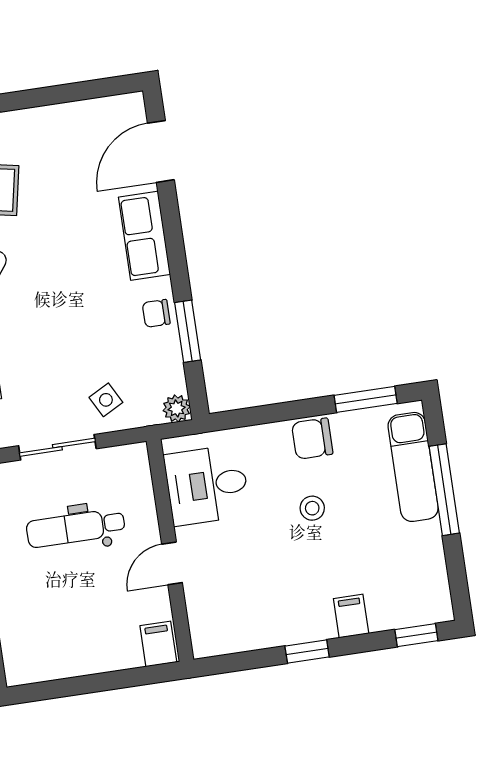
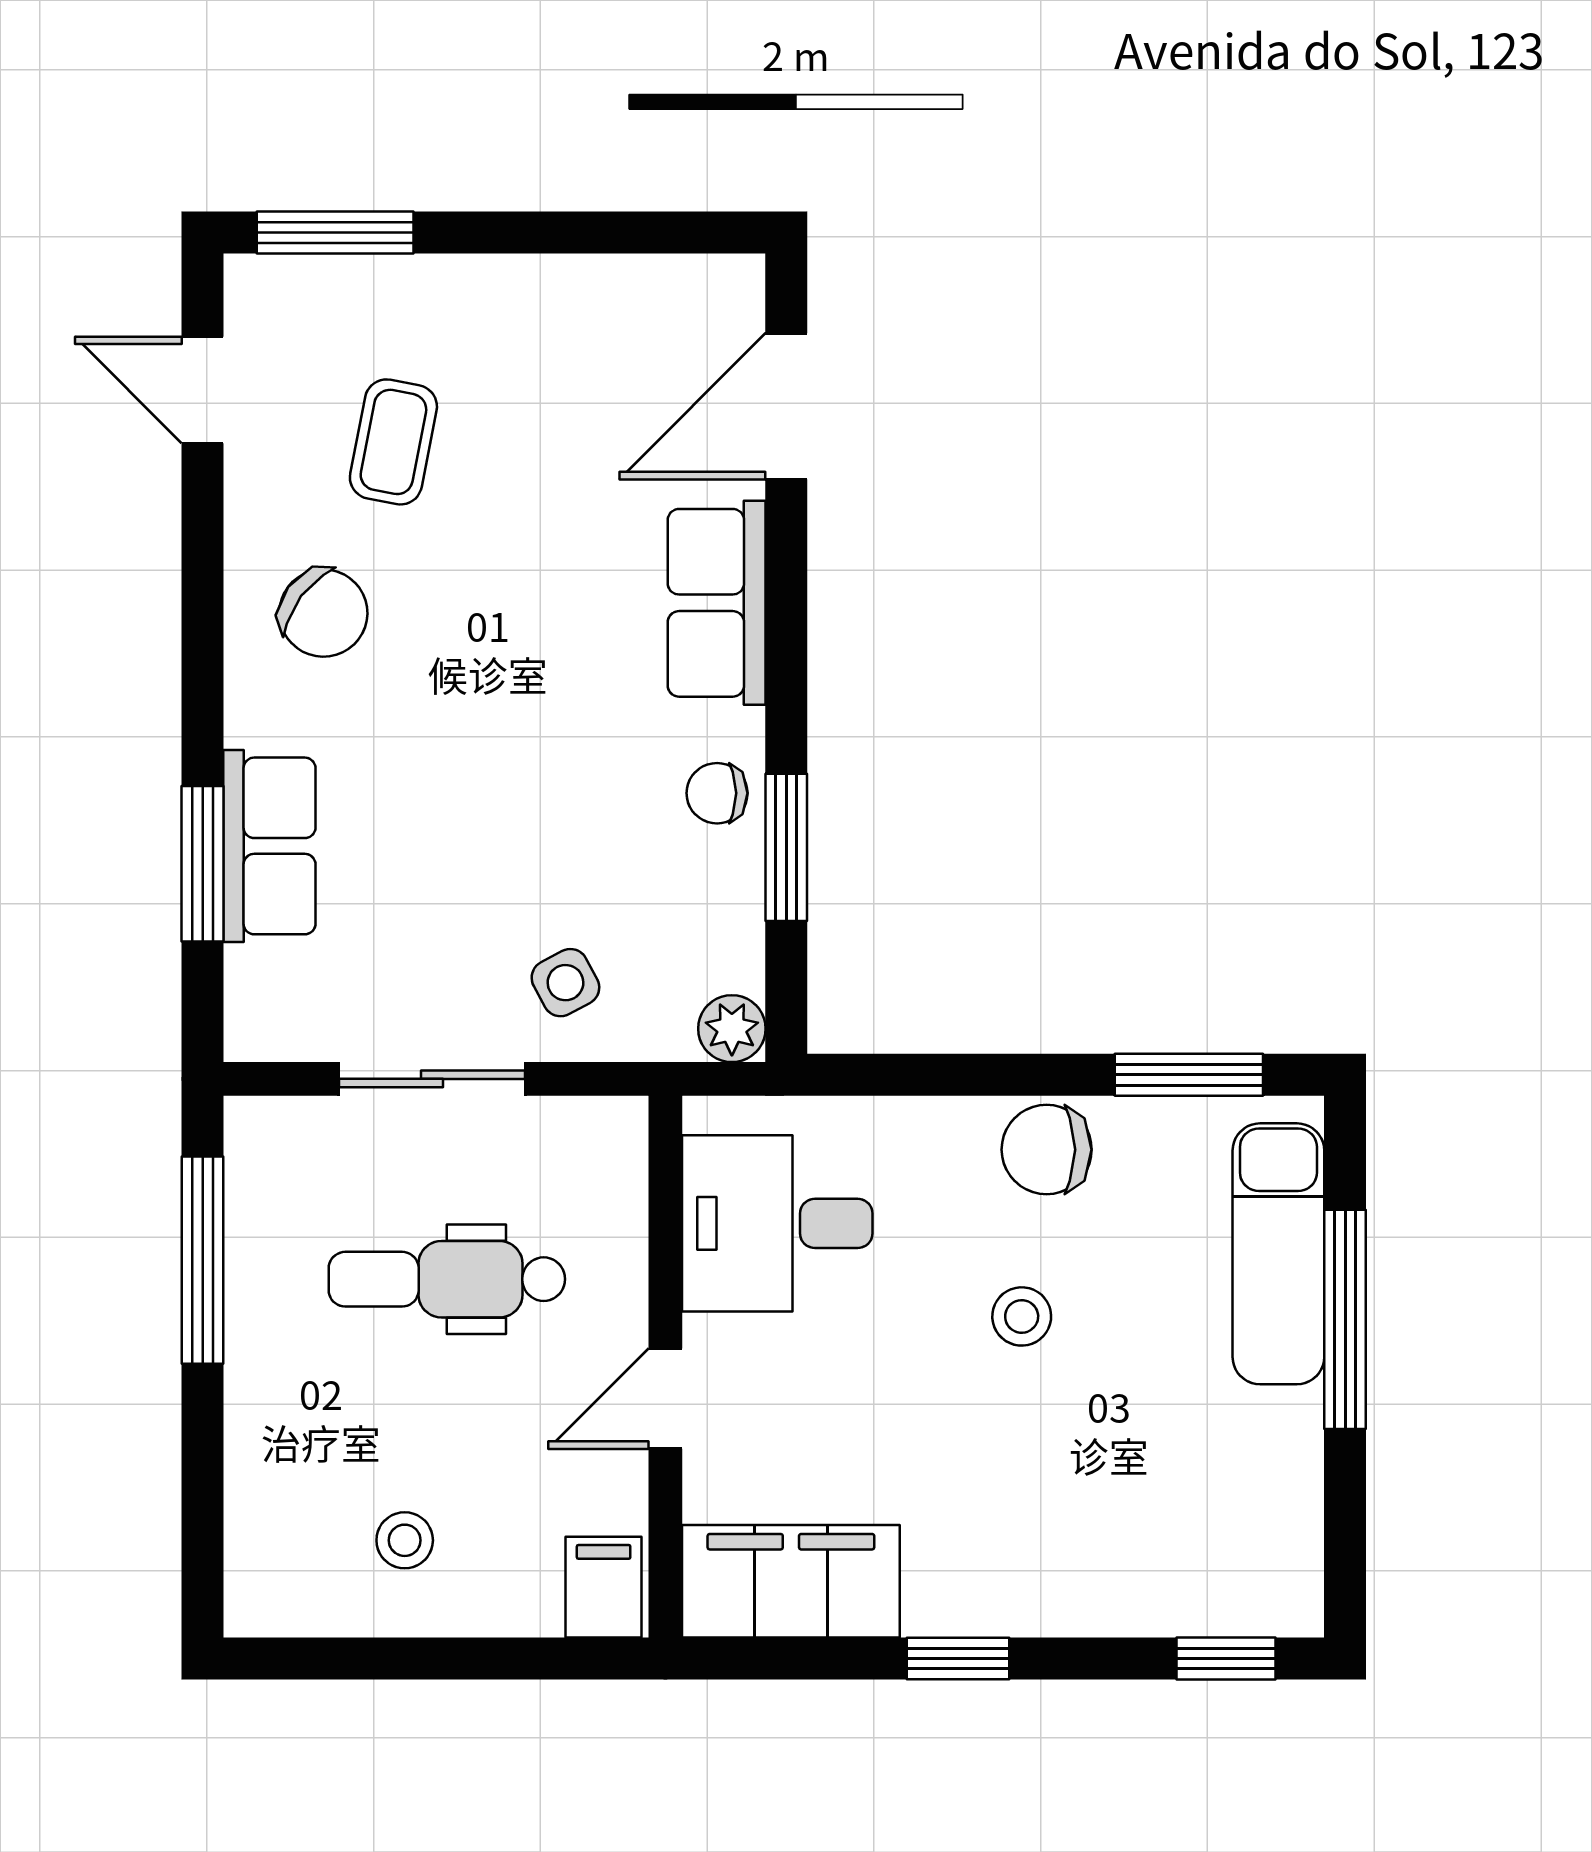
filing cabinet: (351, 616) -> (791, 1581), moved, width x3.00, depth x1.17
stool: (74, 637) -> (405, 1540), added

